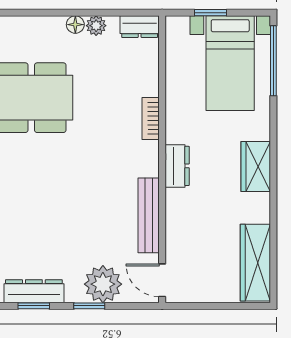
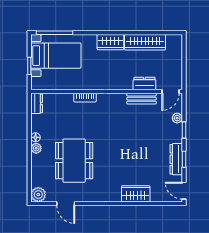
plant: (96, 26) -> (36, 148), moved
dresser: (177, 166) -> (144, 84), moved
bench: (149, 215) -> (142, 99), width x0.73
wardrobe: (255, 263) -> (145, 42), moved
plant: (103, 284) -> (177, 118), width x0.53, depth x0.53

